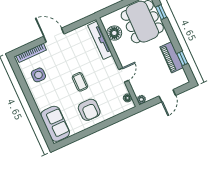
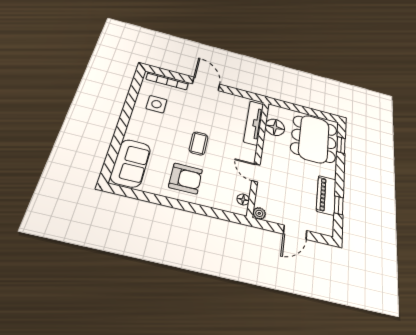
door: (124, 75) -> (256, 173), swing flipped
armchair: (89, 110) -> (186, 178), turned -90

